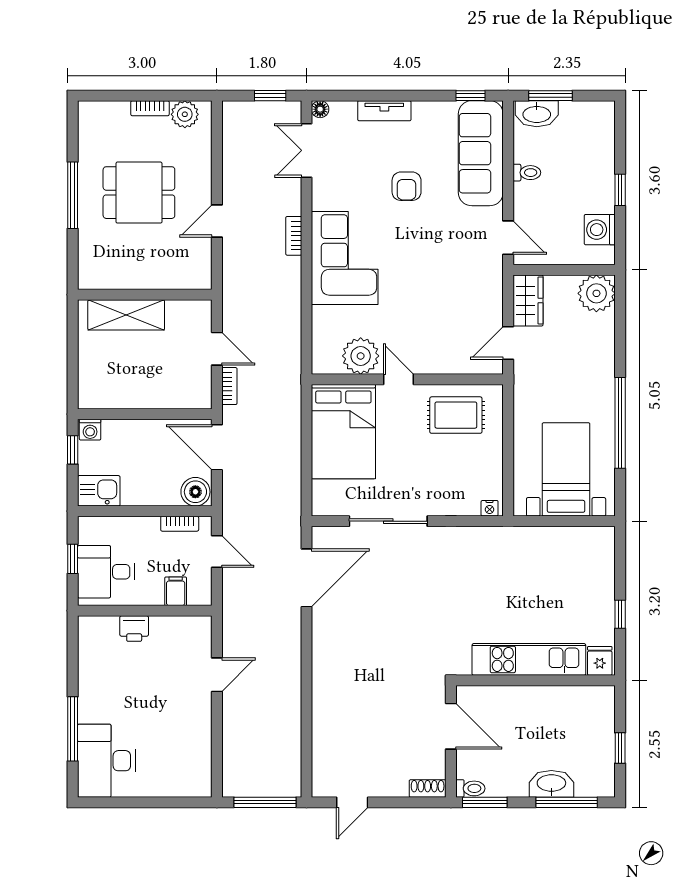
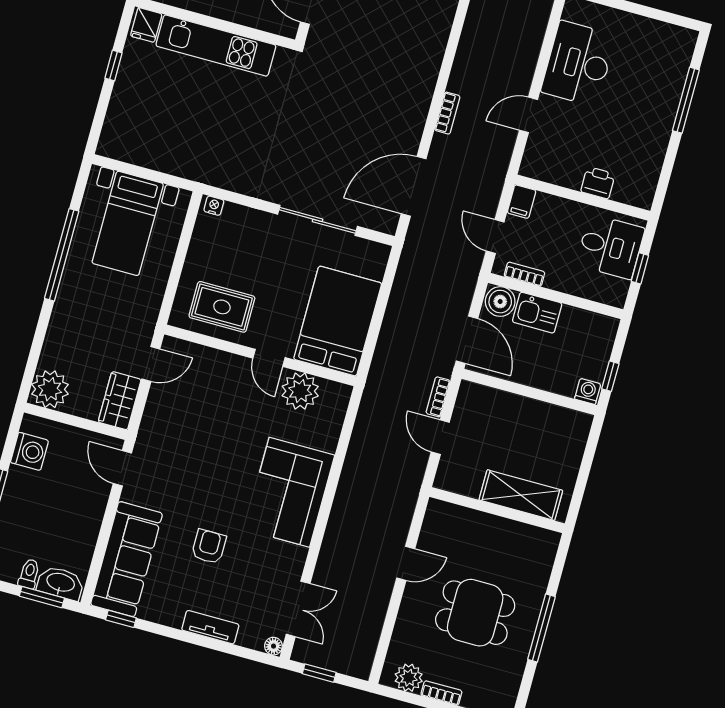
toilet: (527, 173) -> (29, 574), moved, turned 90
bookcase: (294, 236) -> (447, 113), moved
kitchen sink: (99, 491) -> (537, 313), moved
filing cabinet: (176, 591) -> (522, 202), moved
desk: (106, 761) -> (578, 64), moved, turned 180

